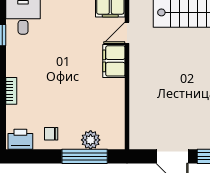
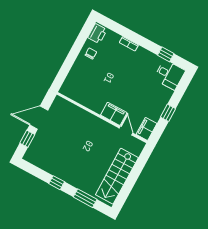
plant: (91, 140) -> (75, 75), removed
window: (85, 156) -> (67, 66), removed

